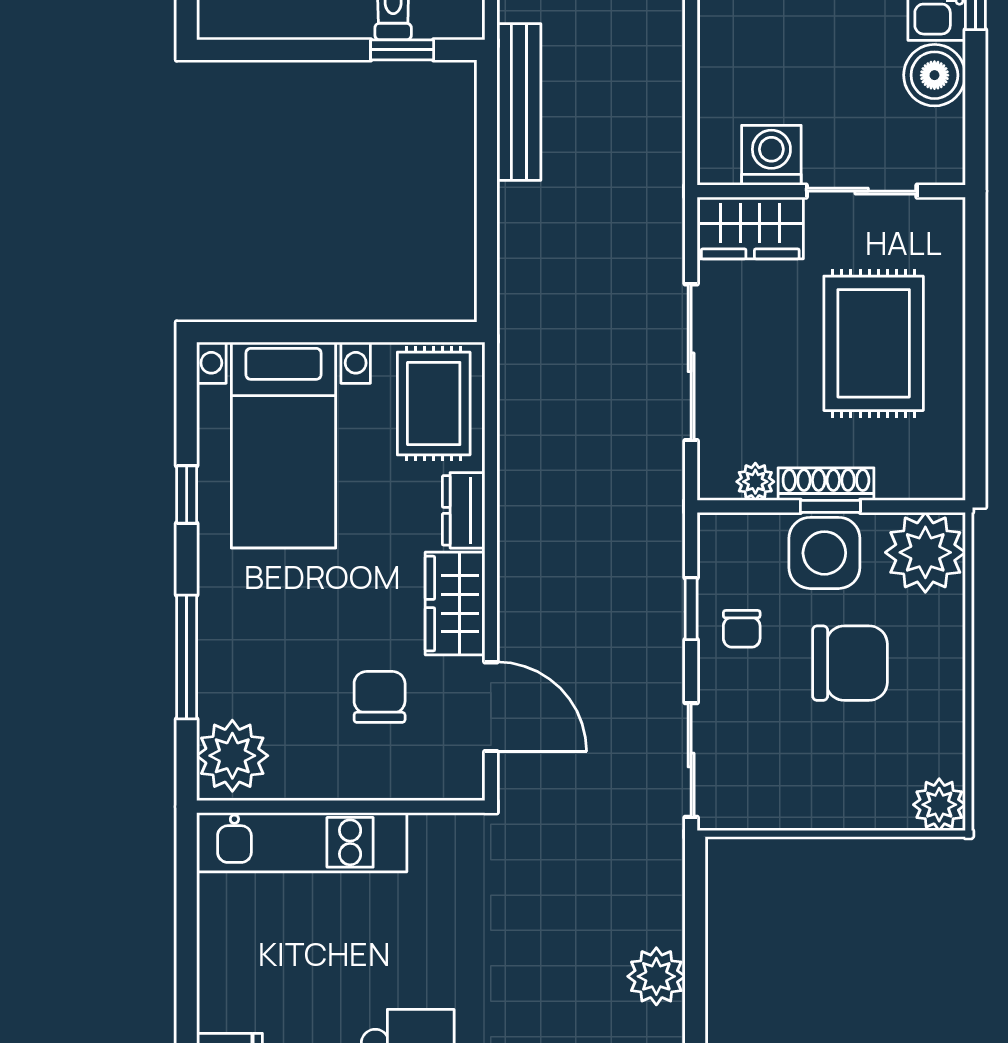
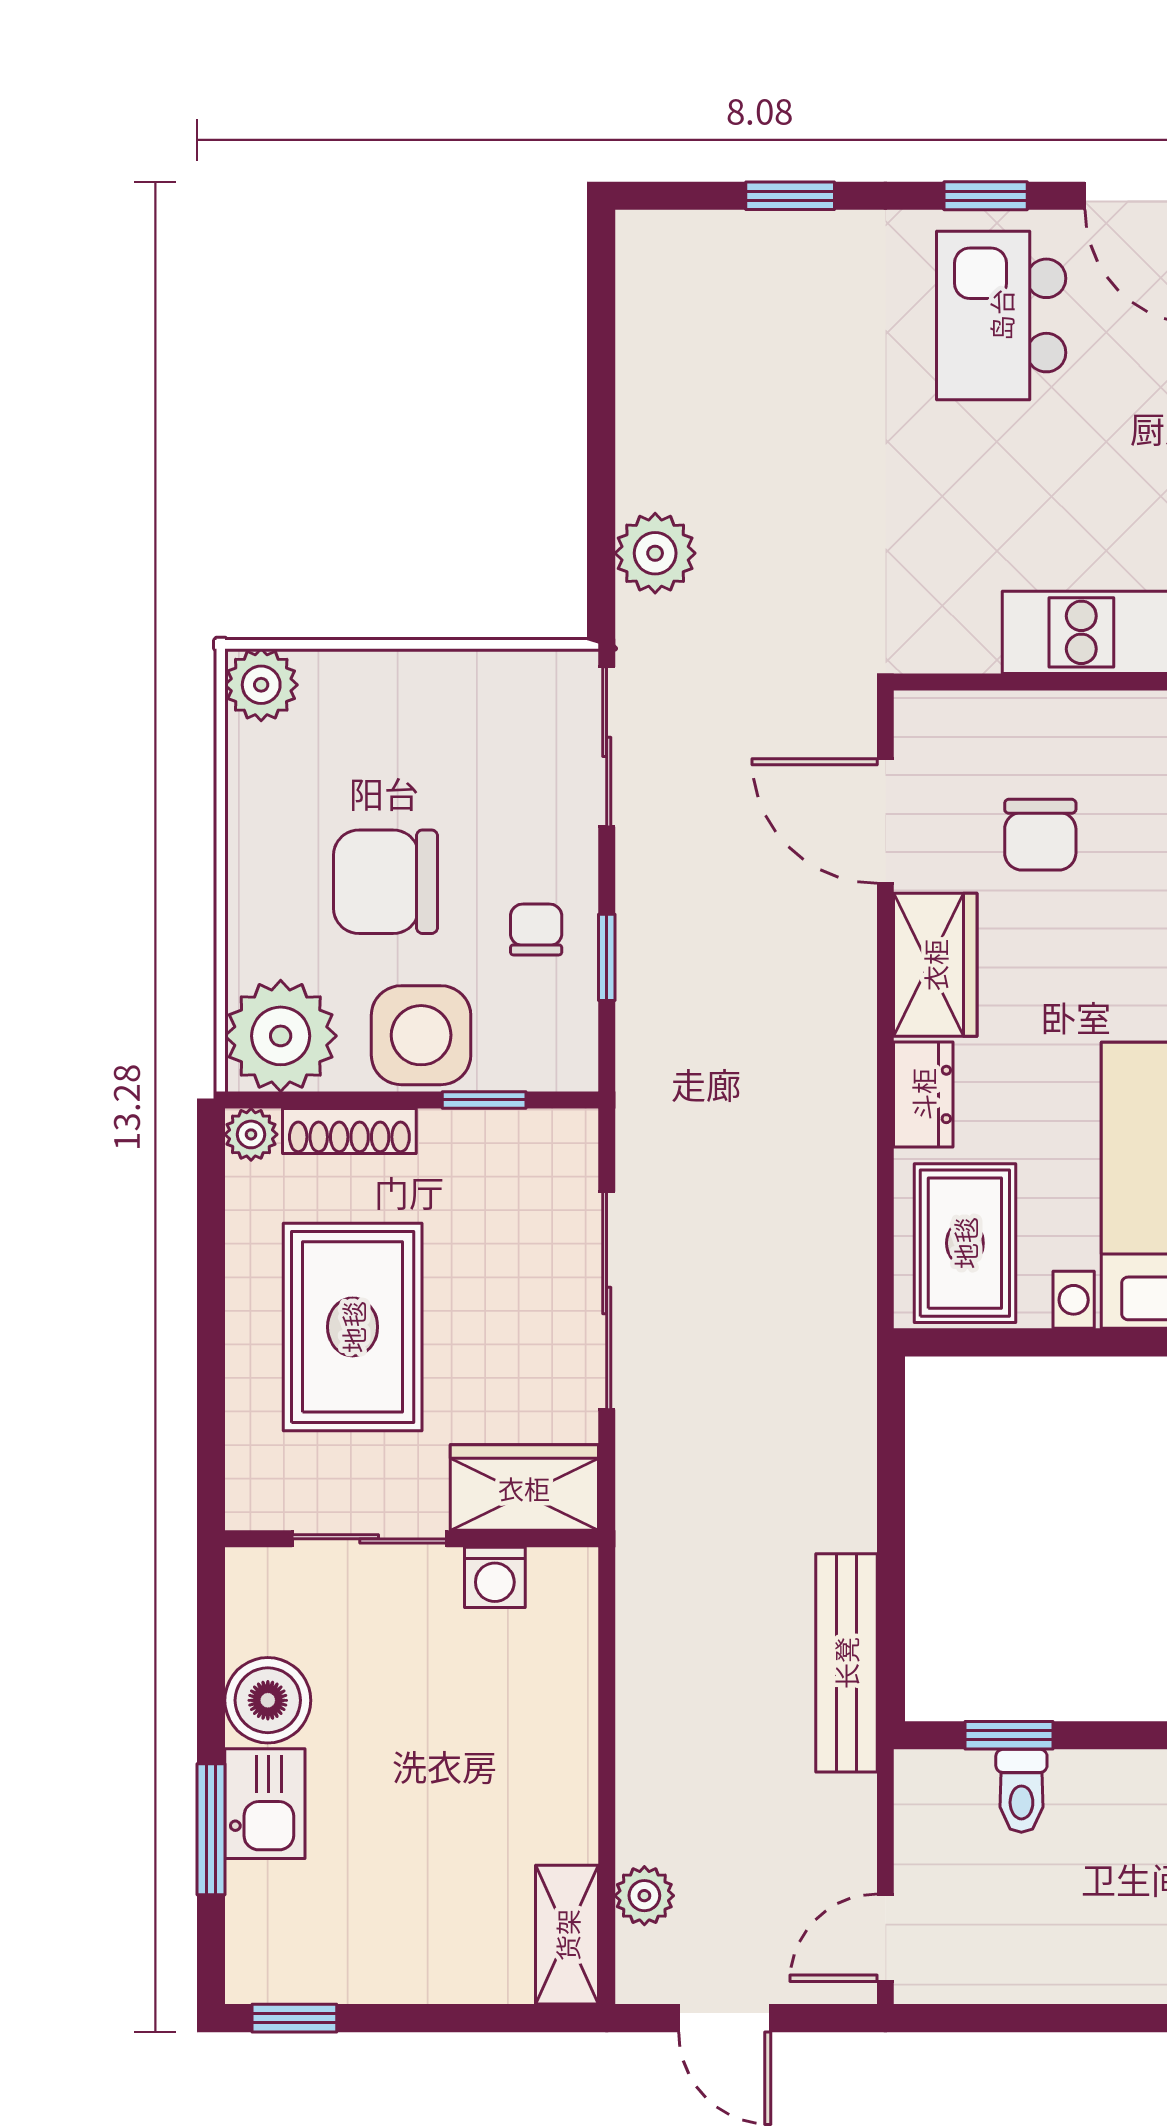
washing machine: (771, 155) -> (495, 1577), width x0.73, depth x0.73
plant: (755, 482) -> (251, 1134), moved
shoe rack: (826, 484) -> (349, 1131), moved
window: (830, 506) -> (484, 1100), moved
plant: (656, 976) -> (655, 553), moved

